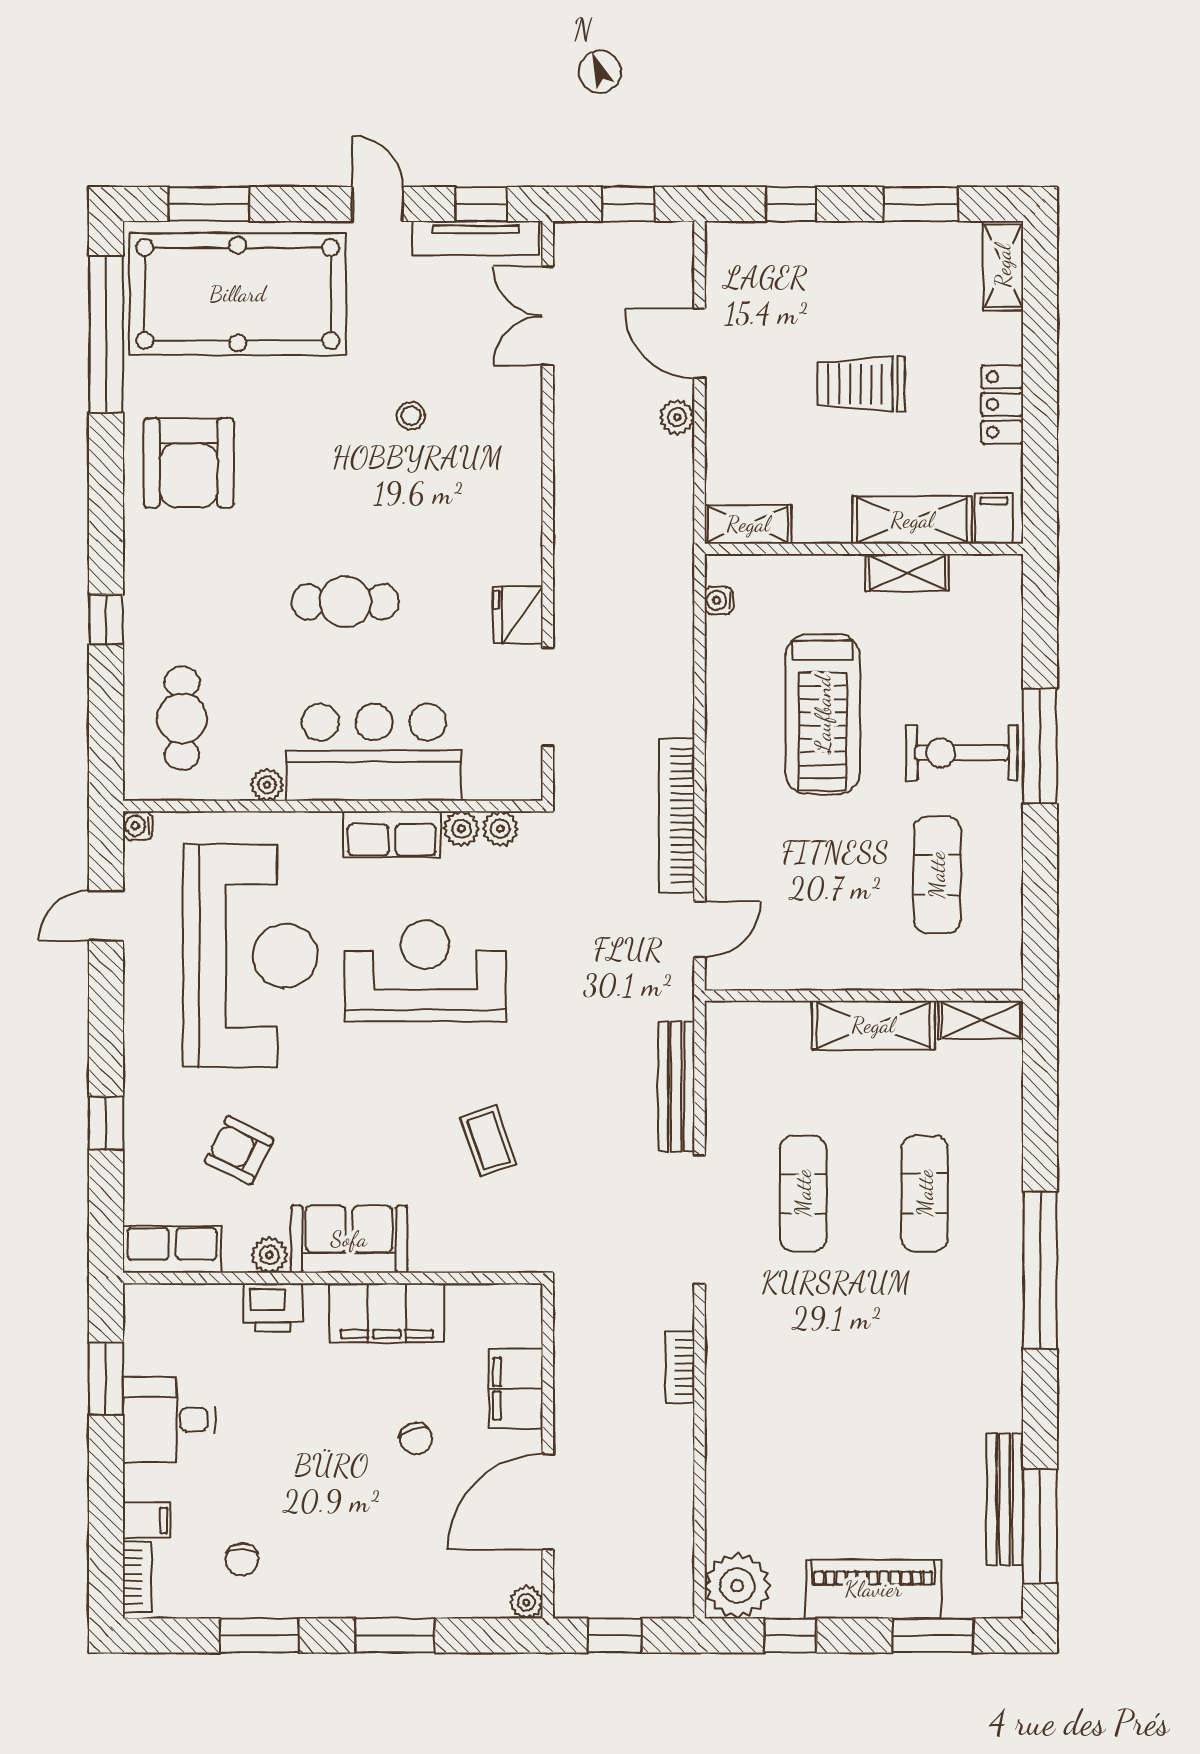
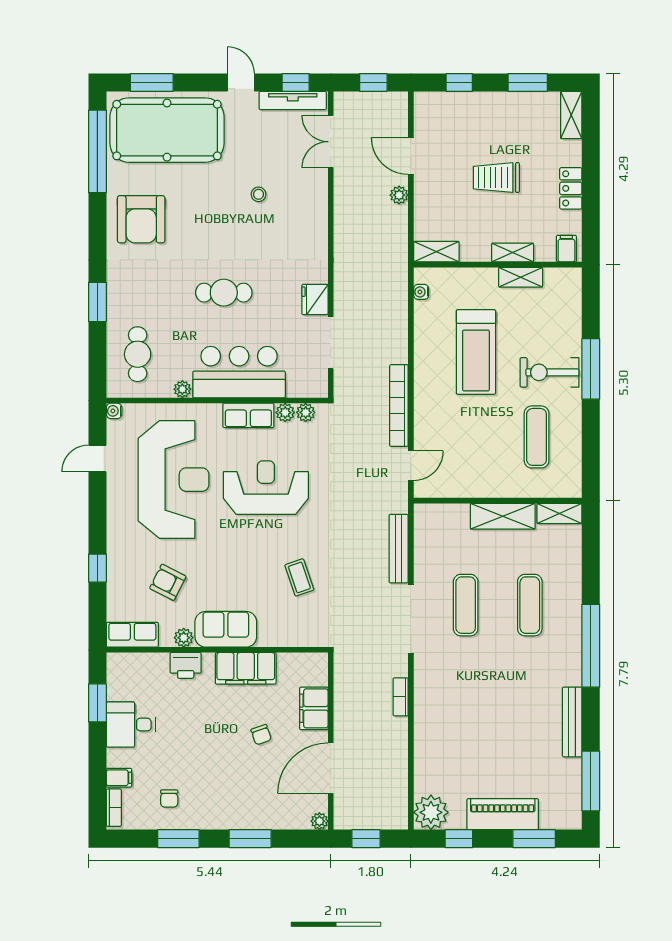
shelving: (912, 520) -> (513, 253), width x0.67, depth x0.75
window: (106, 619) -> (97, 302), width x1.50
bench: (1005, 1500) -> (572, 722), moved

